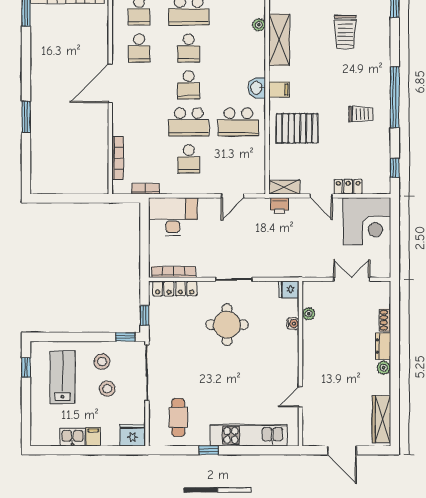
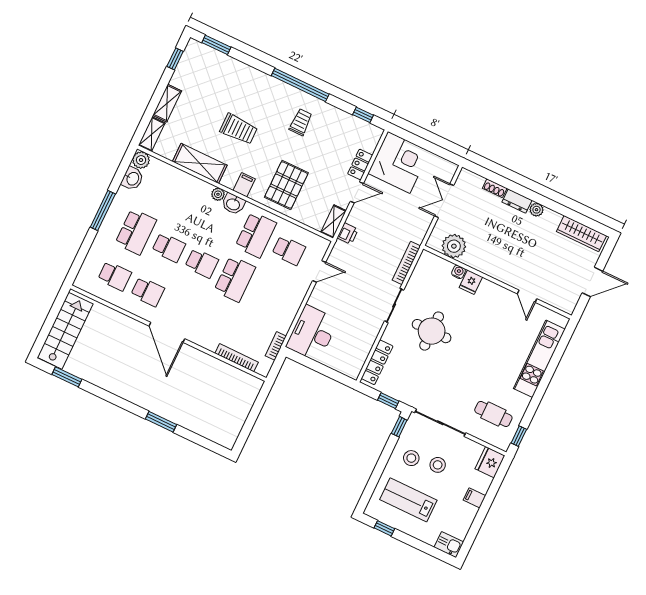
plant: (259, 25) -> (218, 194), moved
trolley: (345, 32) -> (239, 129), moved
school desk: (189, 159) -> (289, 251), moved
door: (233, 196) -> (319, 271), hinge flipped
bookcase: (173, 272) -> (406, 263), moved
fridge: (289, 289) -> (471, 282), moved
plant: (309, 314) -> (454, 246), width x1.87, depth x1.87
kitchen sink: (72, 437) -> (449, 545), moved, turned 90
window: (209, 450) -> (519, 436), moved

